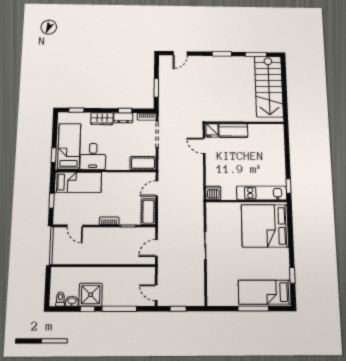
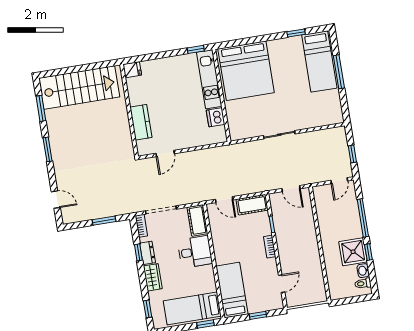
fridge: (212, 130) -> (132, 70), moved
desk: (93, 157) -> (195, 252), moved
dishwasher: (213, 193) -> (216, 117), moved

